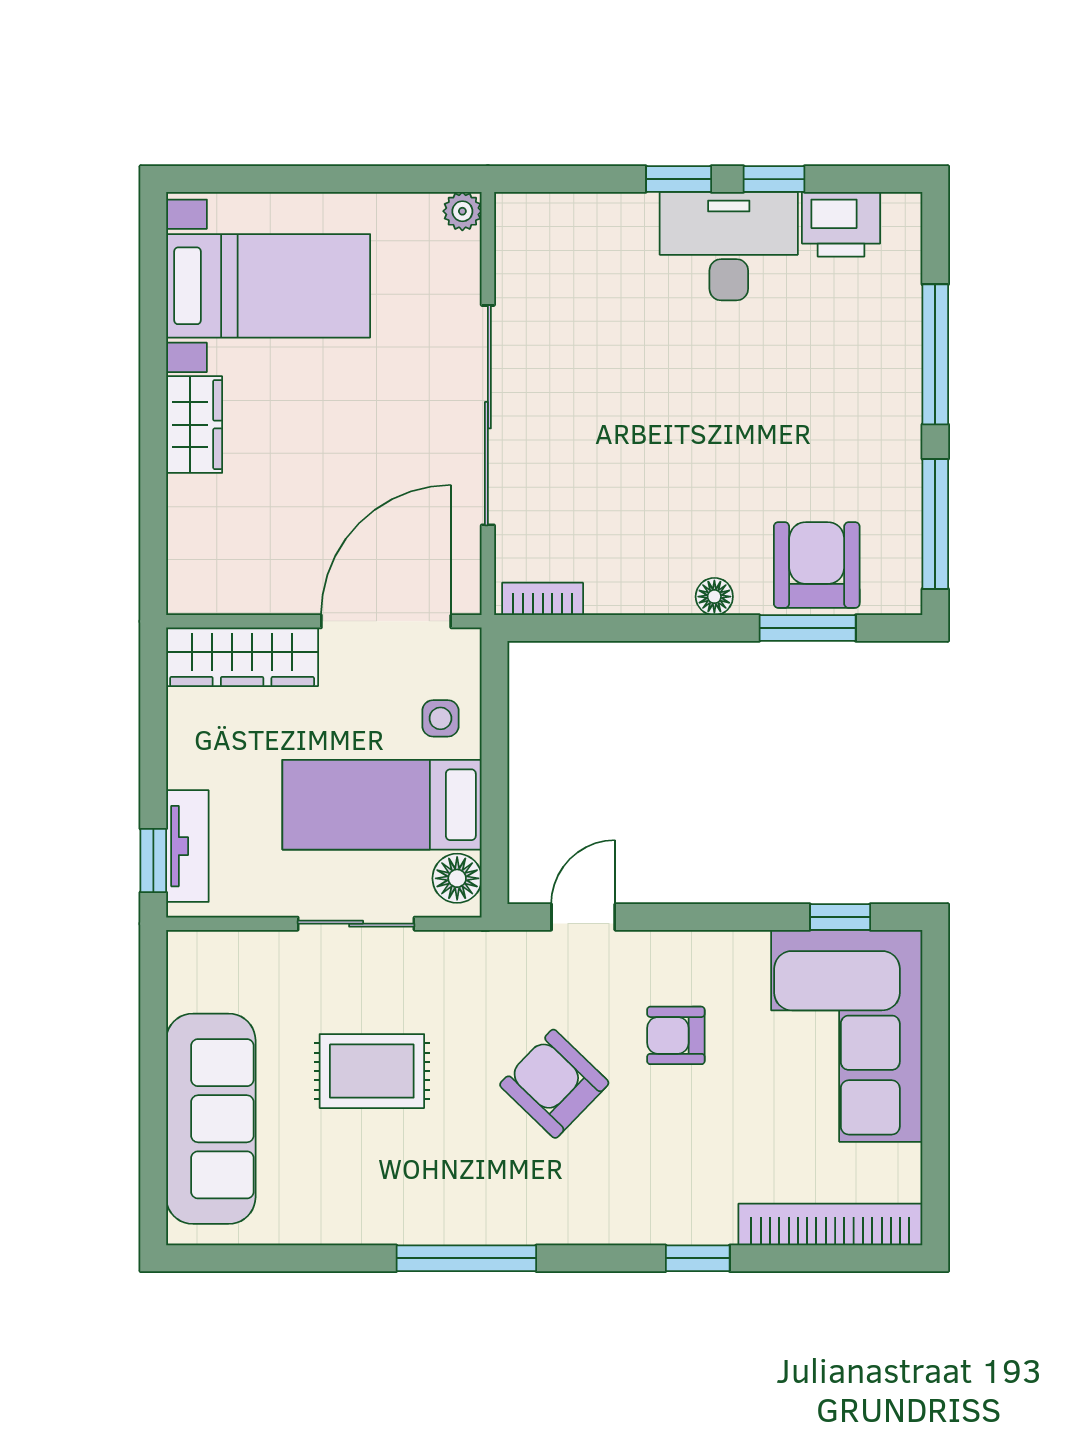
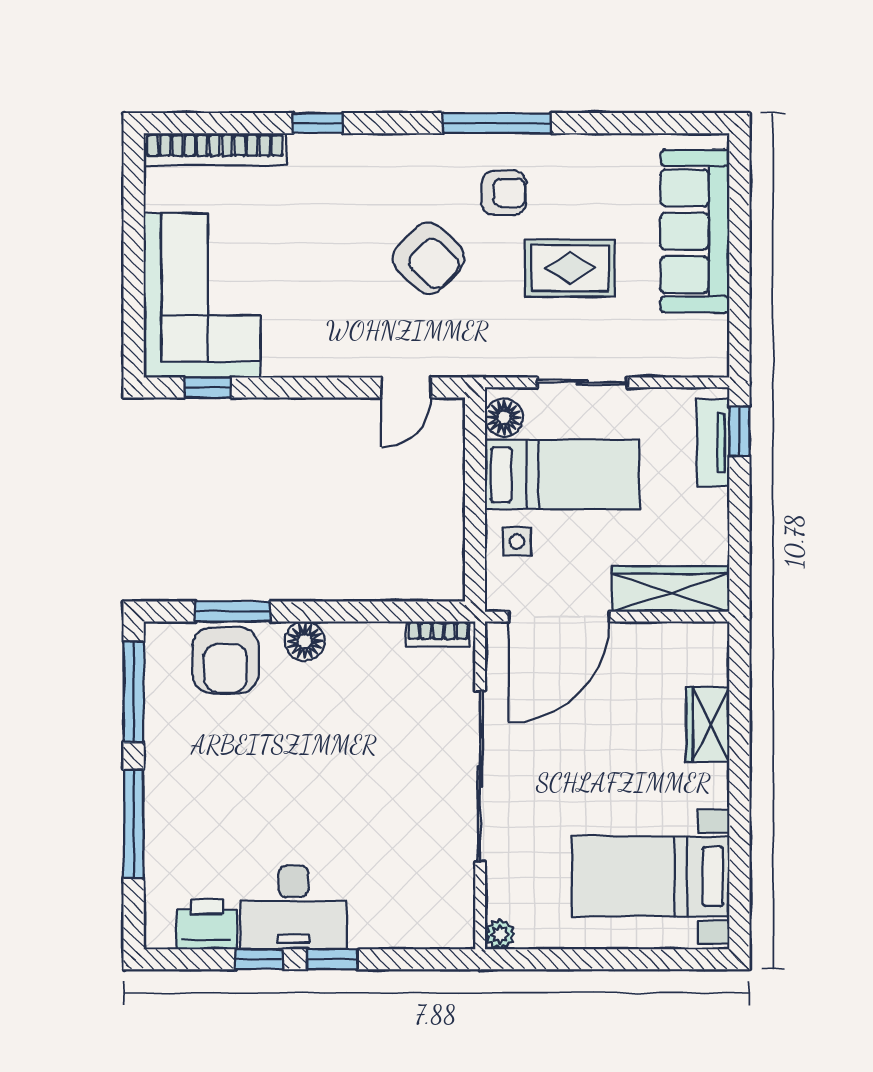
wardrobe: (194, 425) -> (708, 725), moved
floor lamp: (714, 597) -> (305, 641), width x1.37, depth x1.37
armchair: (676, 1035) -> (504, 193), moved

